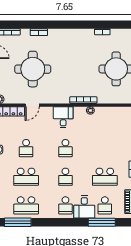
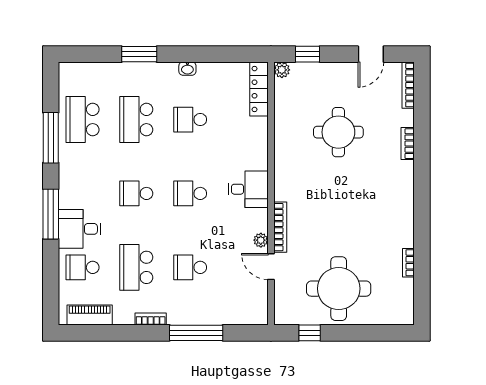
round table: (33, 69) -> (338, 132), width x0.73, depth x0.73
door: (32, 105) -> (271, 267), moved
school desk: (65, 205) -> (190, 267), moved
window: (18, 222) -> (51, 138), moved
window: (102, 222) -> (51, 214), moved

